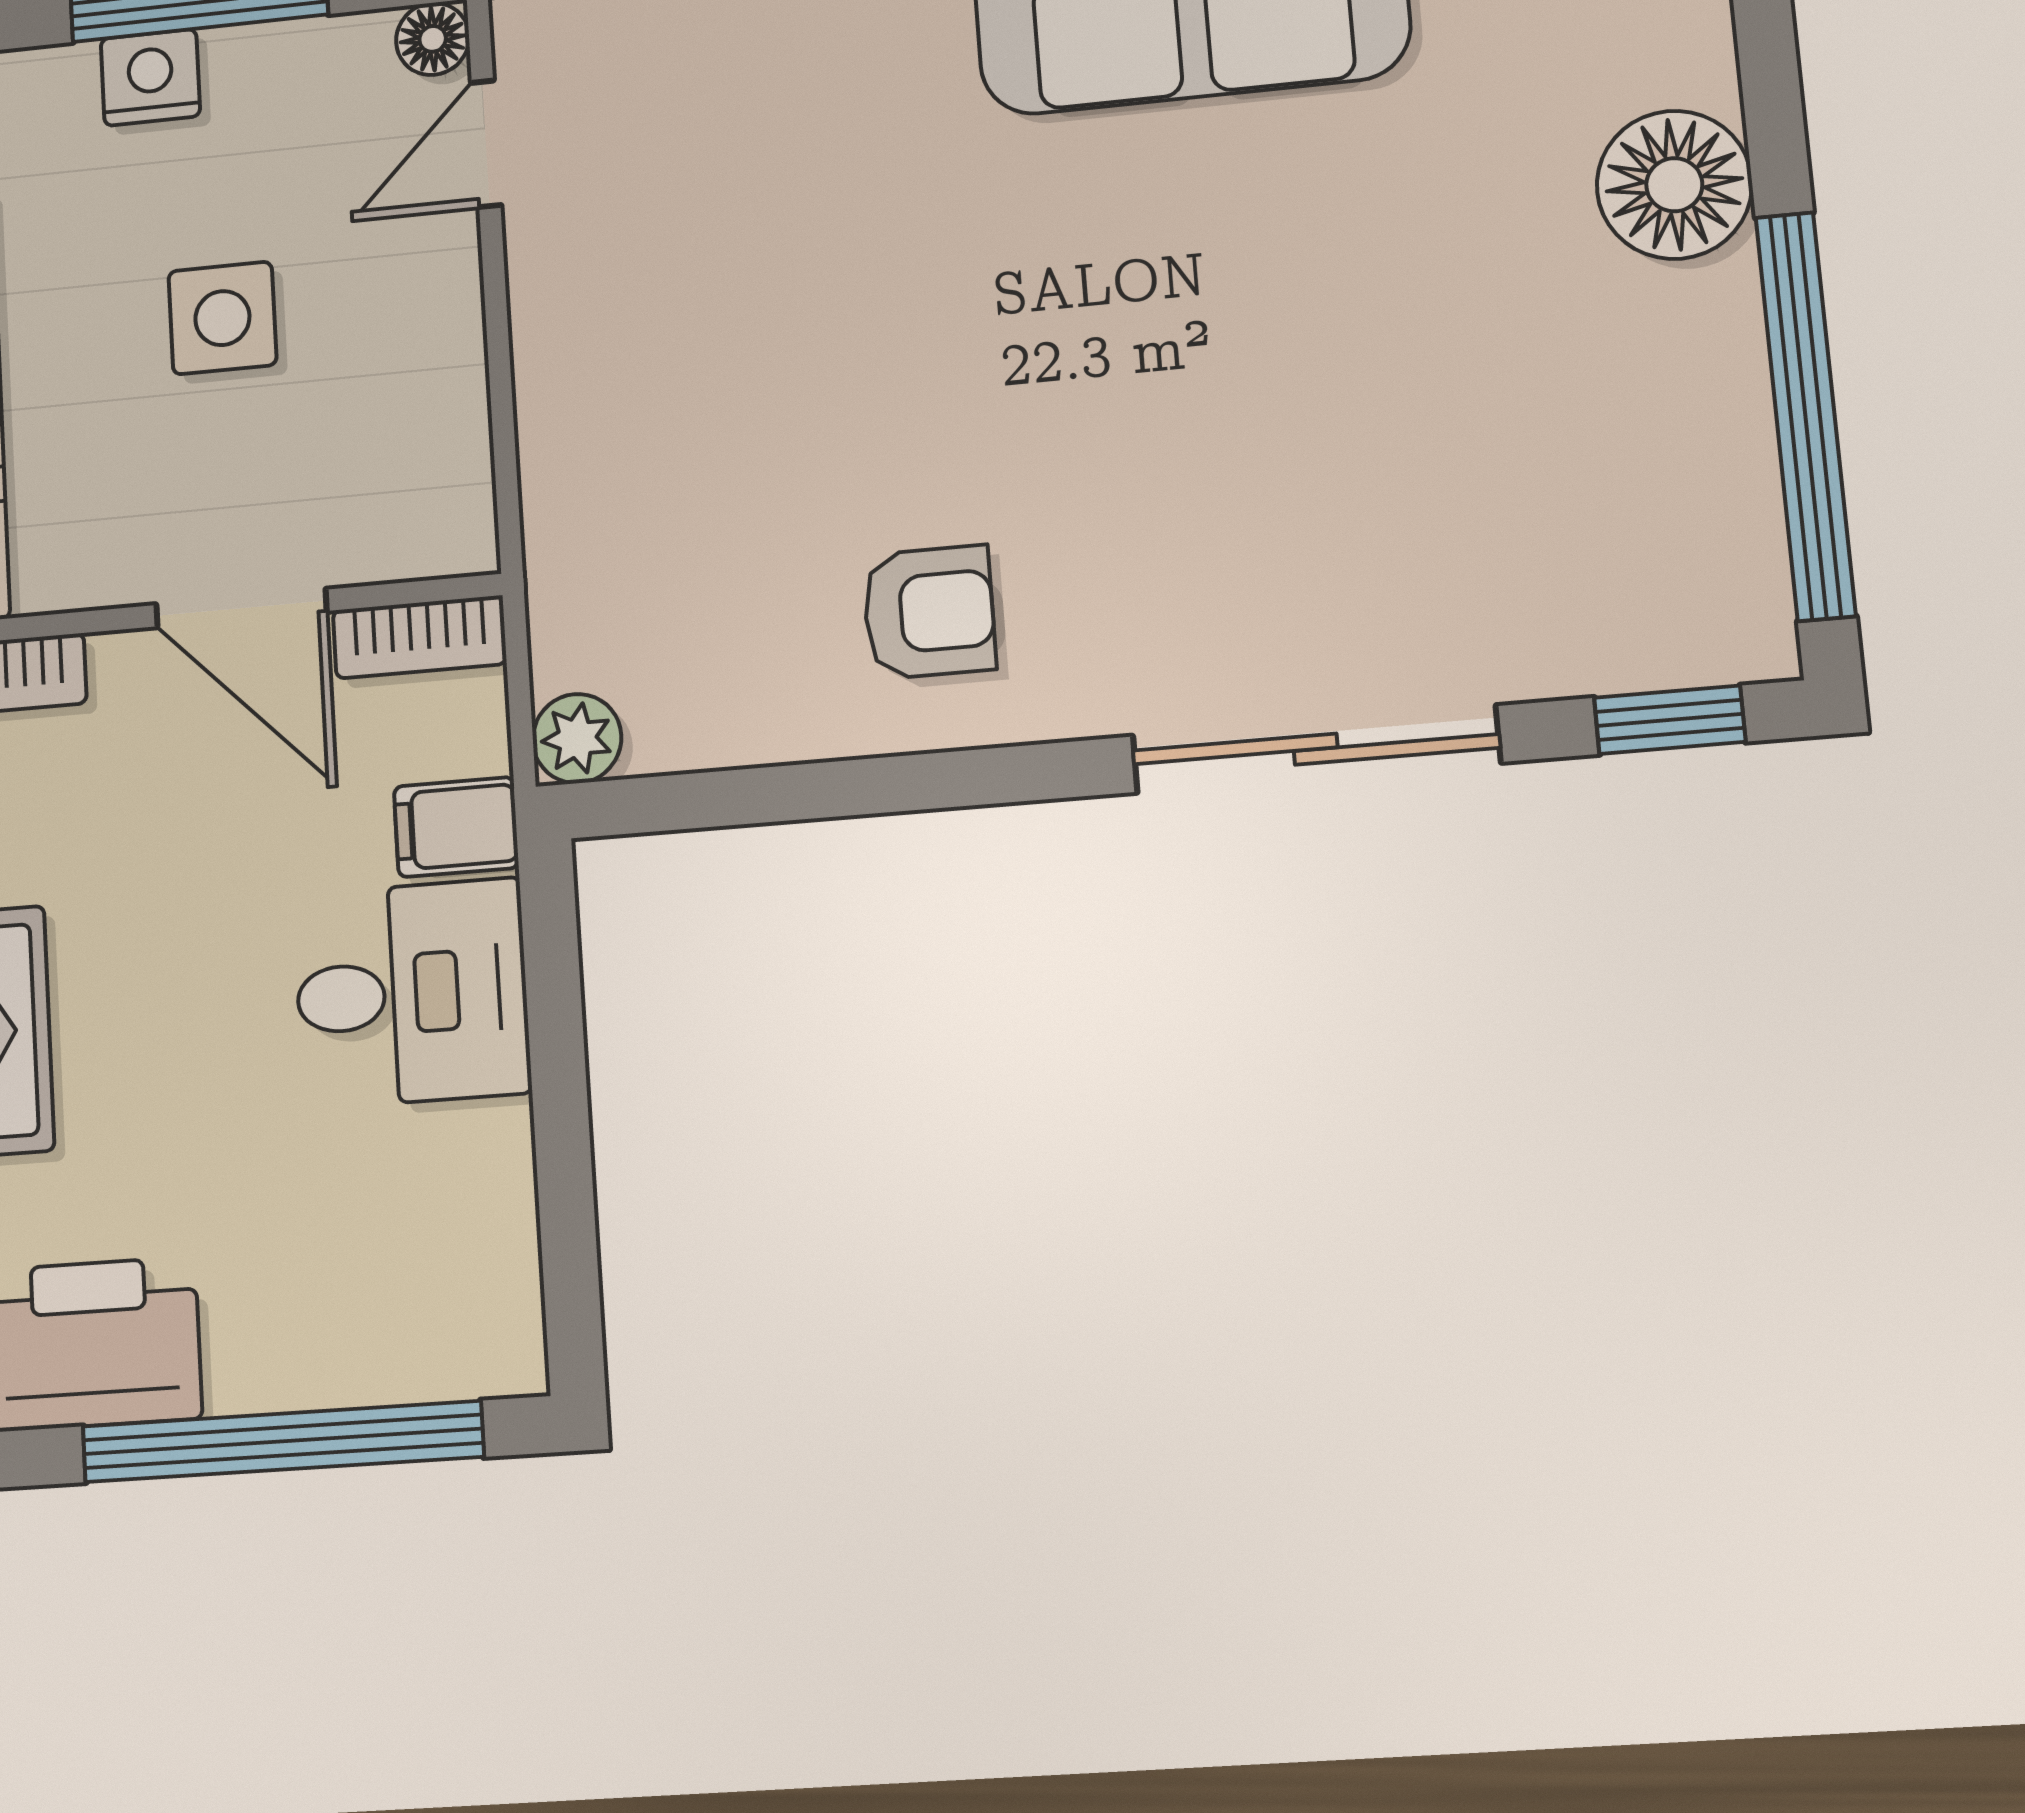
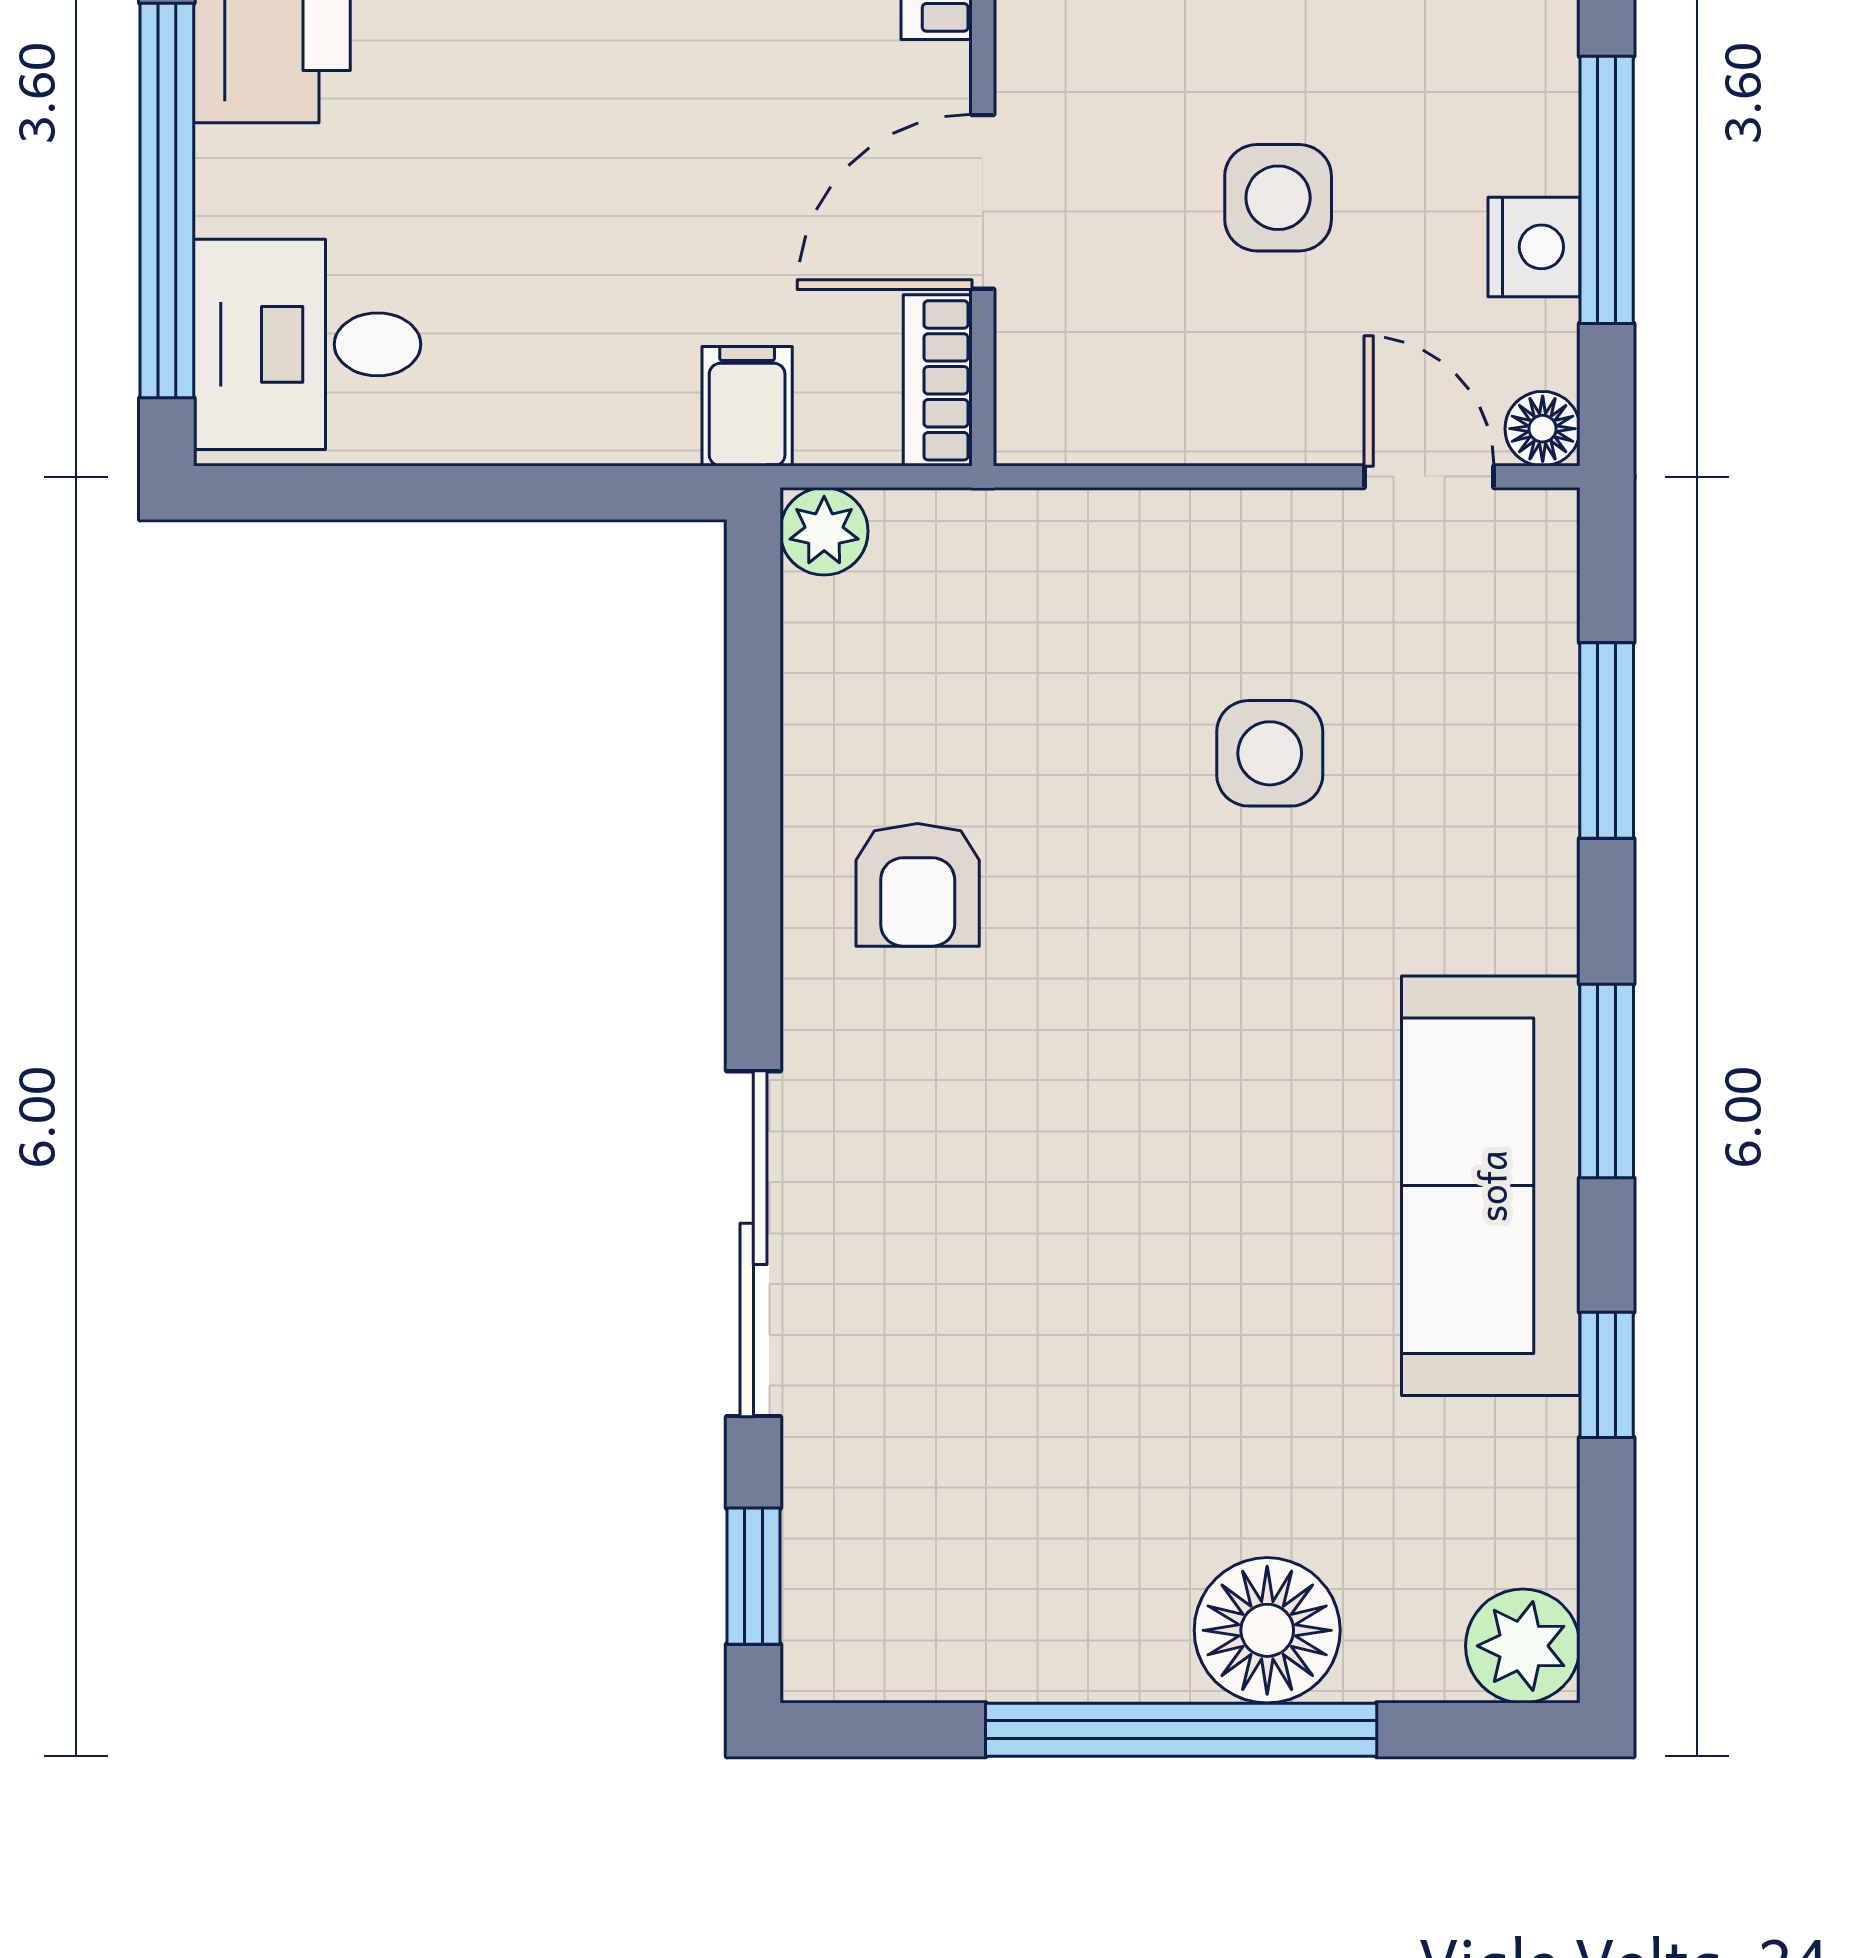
nightstand: (150, 77) -> (1534, 247), moved
side table: (770, 272) -> (1270, 753), added
window: (1805, 416) -> (1181, 1730), moved
desk: (412, 993) -> (307, 344), moved, turned 90

